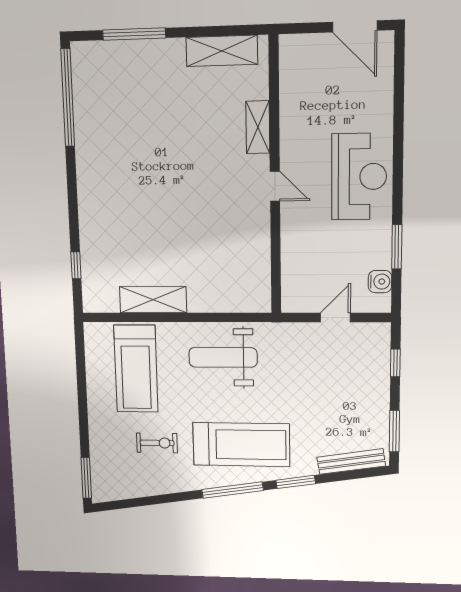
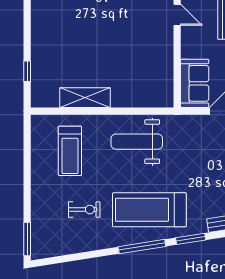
sofa: (300, 280) -> (195, 83), added
treadmill: (136, 369) -> (70, 151), width x0.73, depth x0.73
treadmill: (241, 445) -> (149, 210), turned 180

